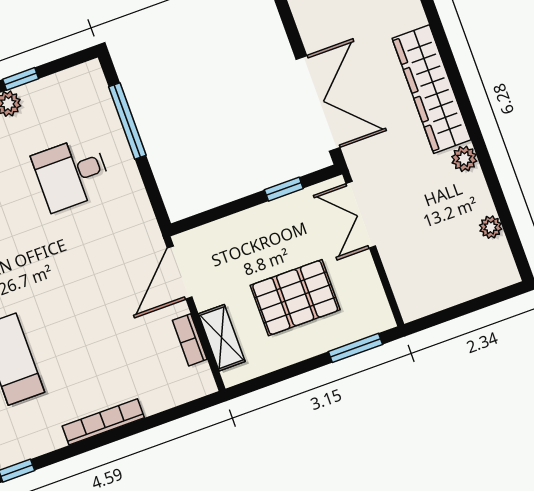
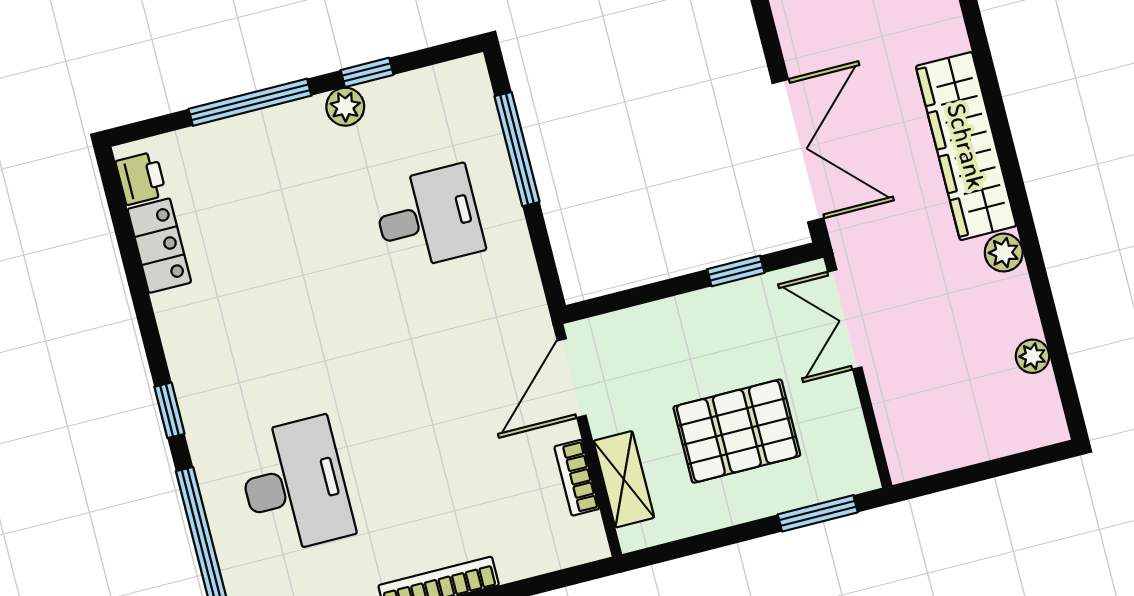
desk: (72, 174) -> (428, 218), turned 180

